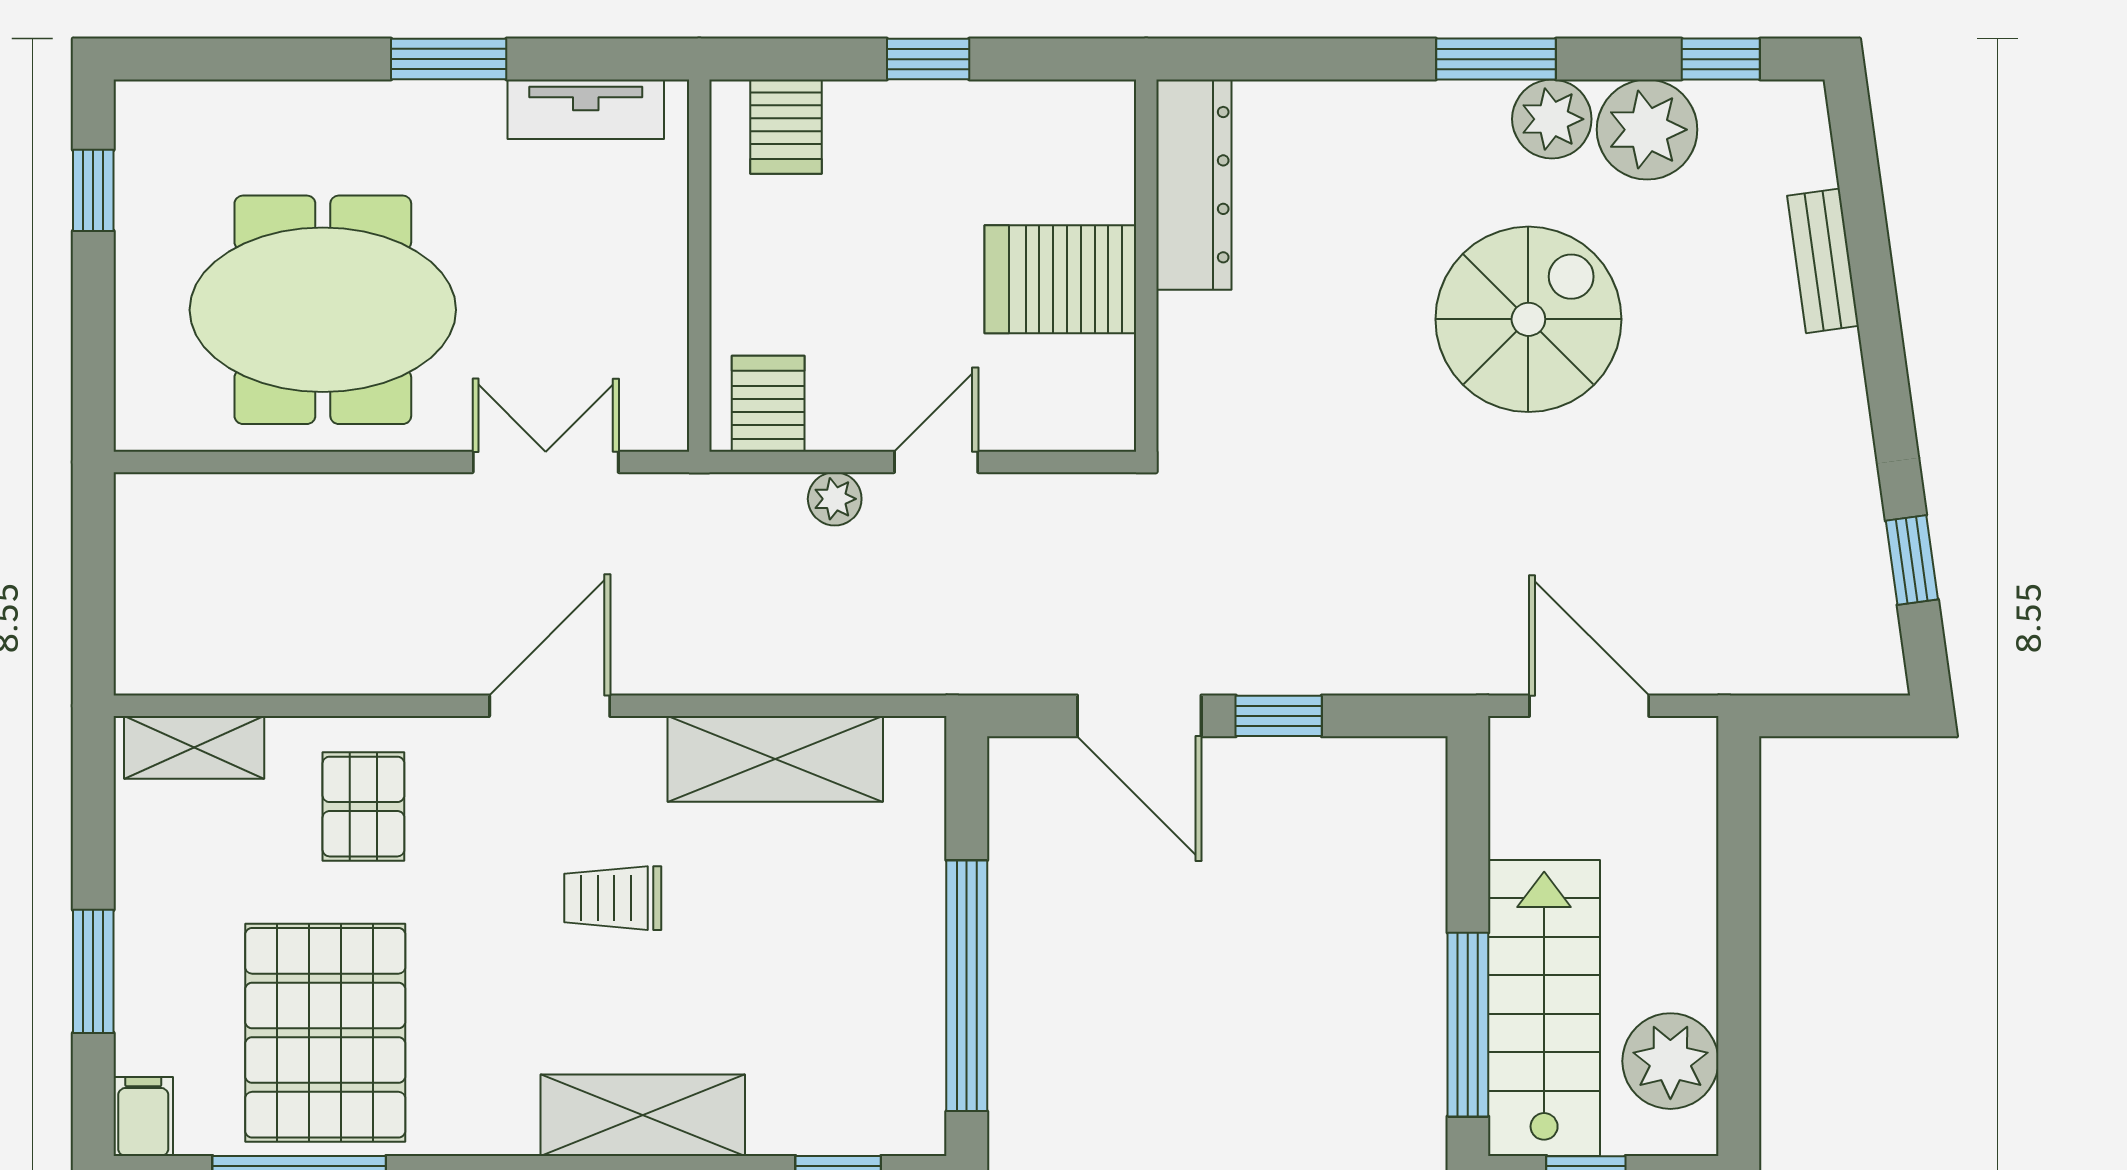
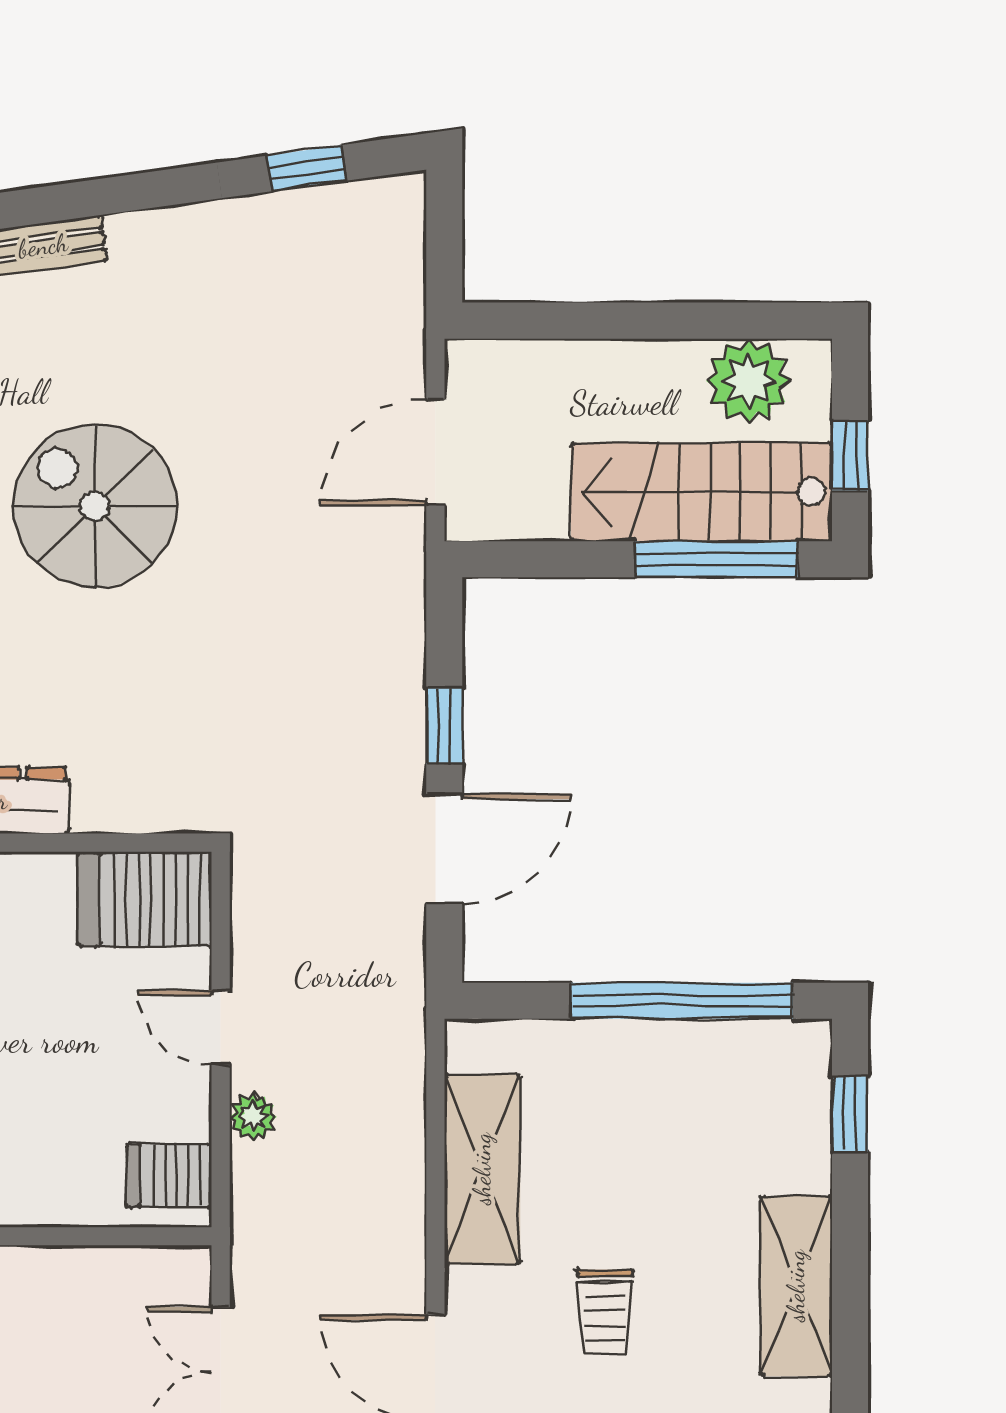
server rack: (1060, 279) -> (145, 899), moved, turned 90

